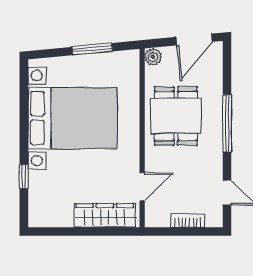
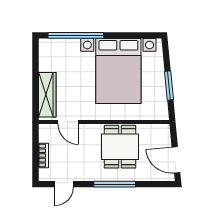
plant: (153, 57) -> (163, 130), removed
dining table: (176, 116) -> (120, 147), turned 90
window: (24, 176) -> (76, 35), width x3.17

